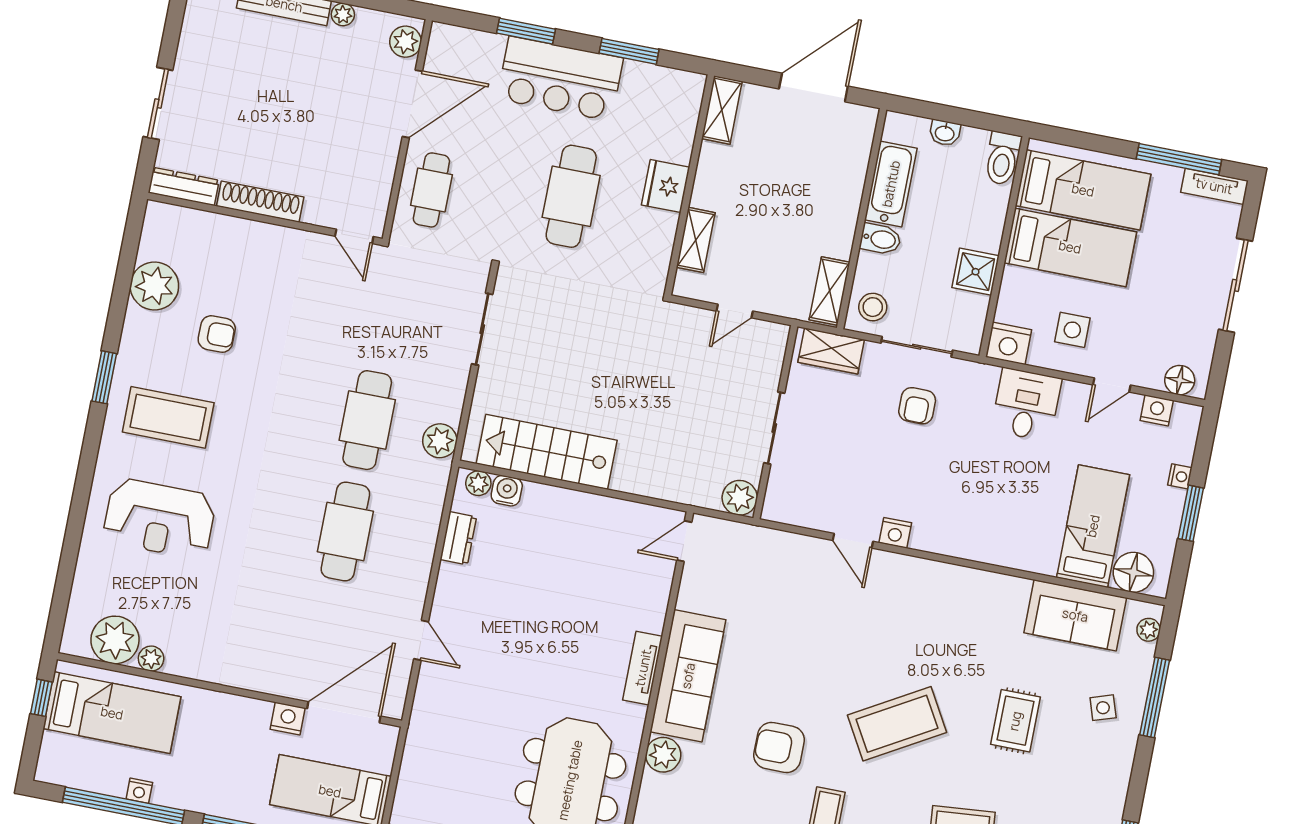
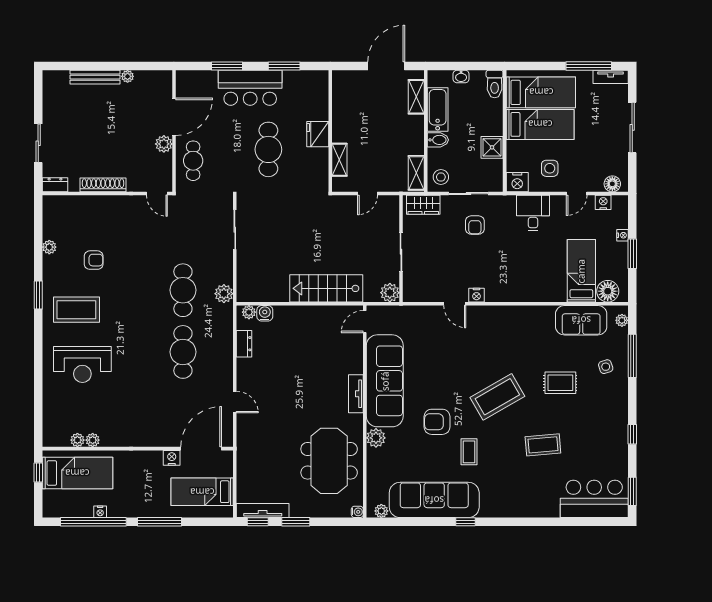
plant: (405, 42) -> (164, 144), moved
shelving: (722, 110) -> (416, 97), moved
dresser: (184, 186) -> (55, 185), width x0.70
plant: (154, 286) -> (49, 247), width x0.53, depth x0.53
stairs: (547, 452) -> (326, 288), moved
plant: (115, 640) -> (77, 440), width x0.53, depth x0.53
sofa: (688, 676) -> (385, 381), width x1.36, depth x1.27
rug: (1015, 721) -> (560, 383), turned 90

